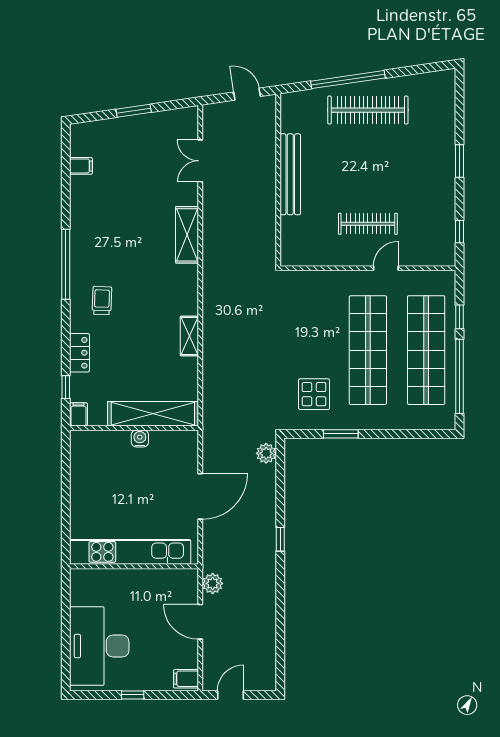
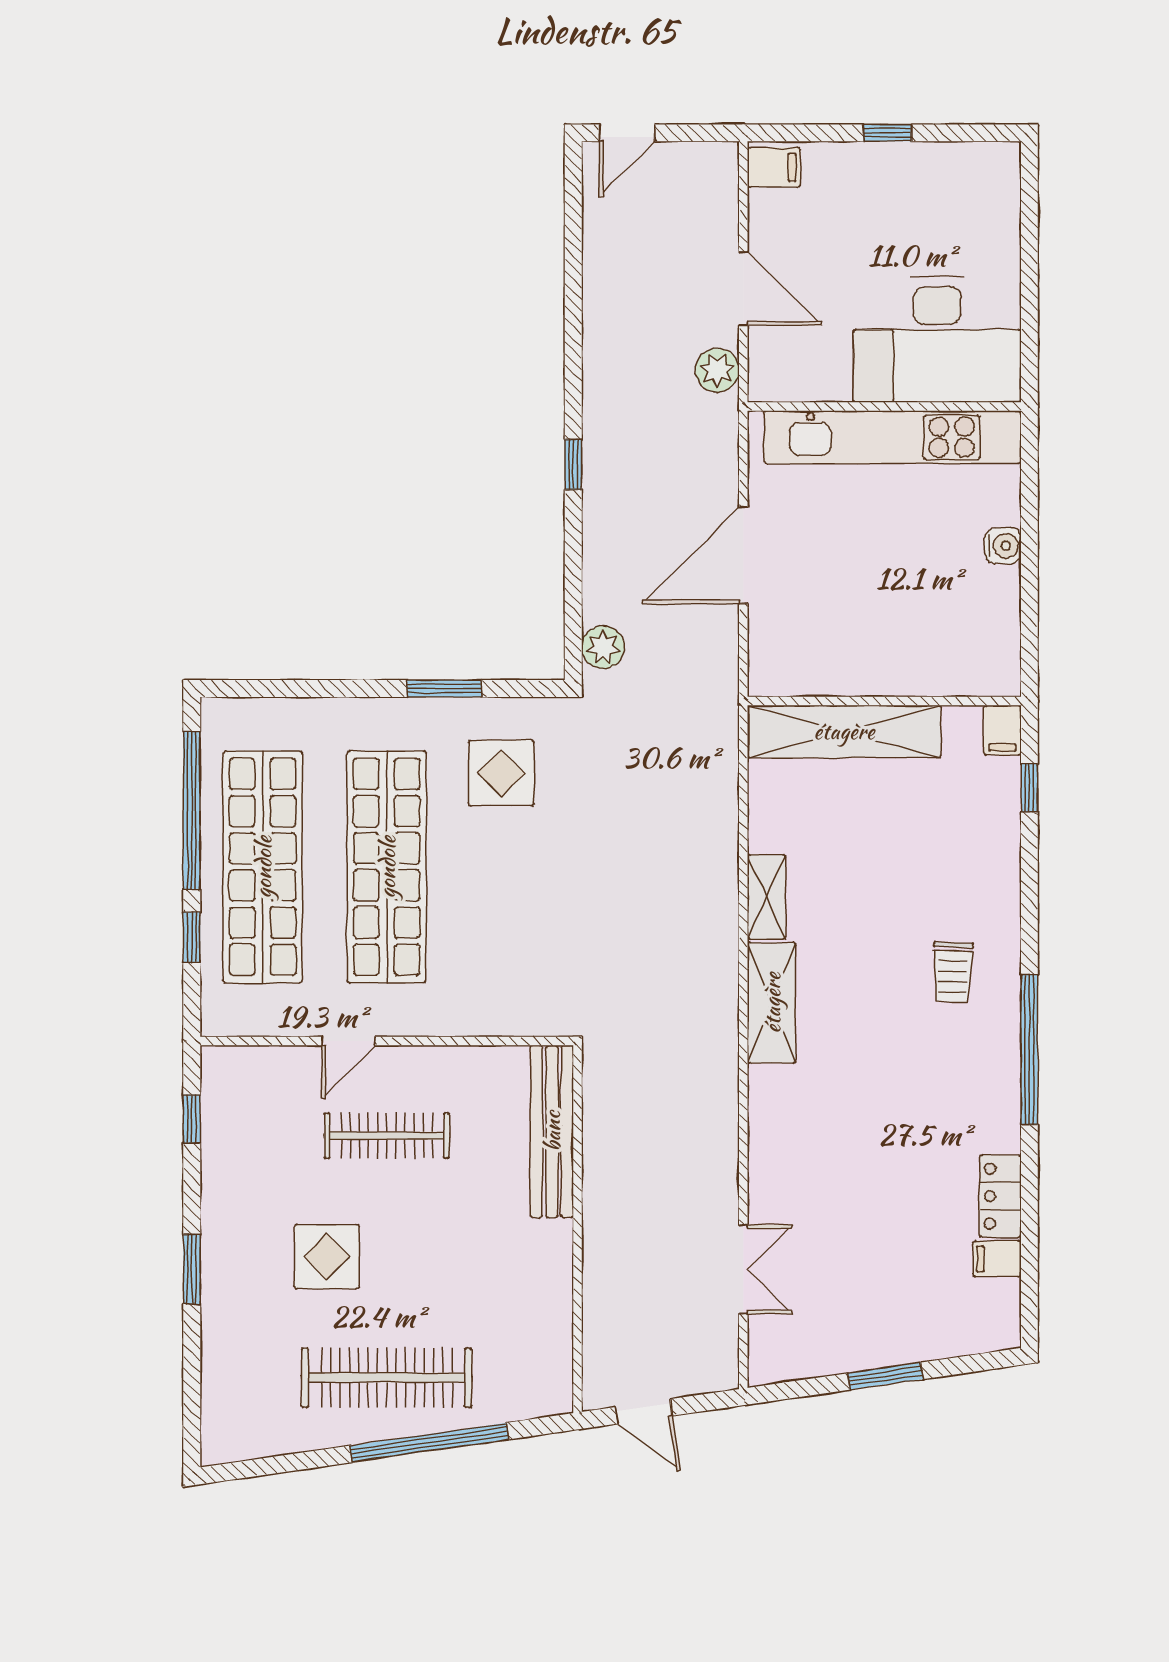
display table: (396, 167) -> (327, 1257), added
bench: (290, 174) -> (552, 1131), moved
shelving: (187, 235) -> (772, 1003), moved
locker: (80, 353) -> (1000, 1196), moved
water cooler: (140, 438) -> (1003, 546), moved, turned -90
desk: (99, 646) -> (937, 340), moved, turned 90
door: (231, 695) -> (627, 133), moved

